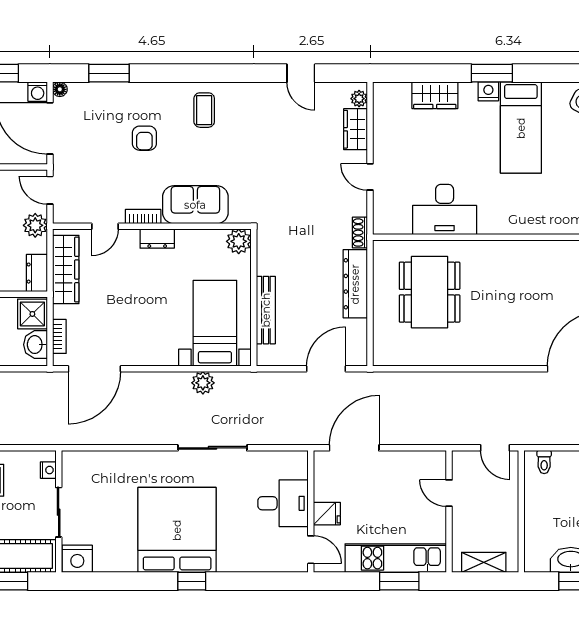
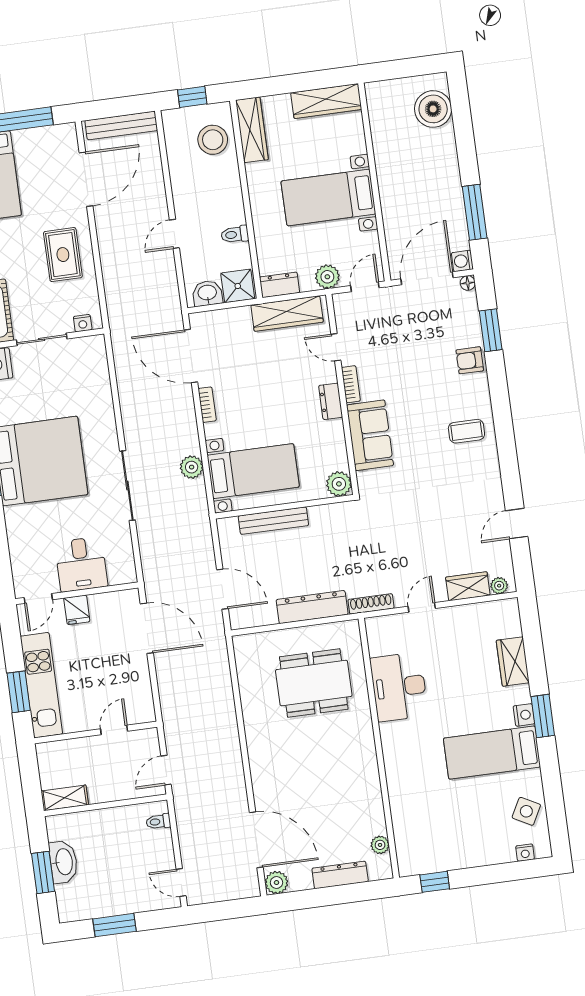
armchair: (144, 138) -> (470, 360), moved
shoe rack: (360, 233) -> (371, 604), width x1.43
bookcase: (59, 336) -> (207, 405), moved, turned -90
shelving: (484, 562) -> (65, 798), moved, turned 90

